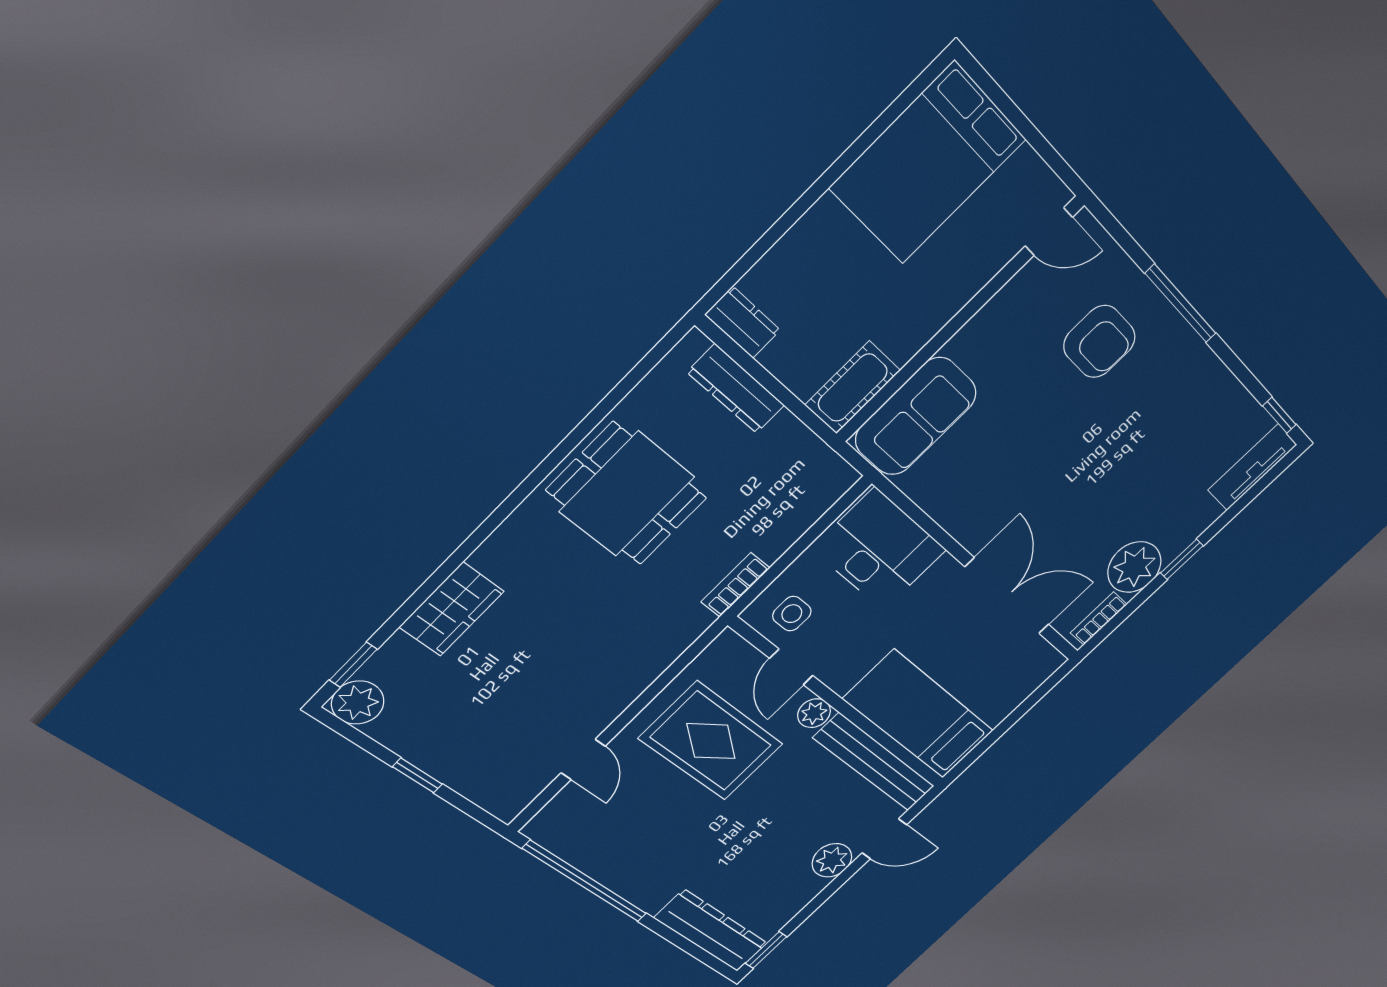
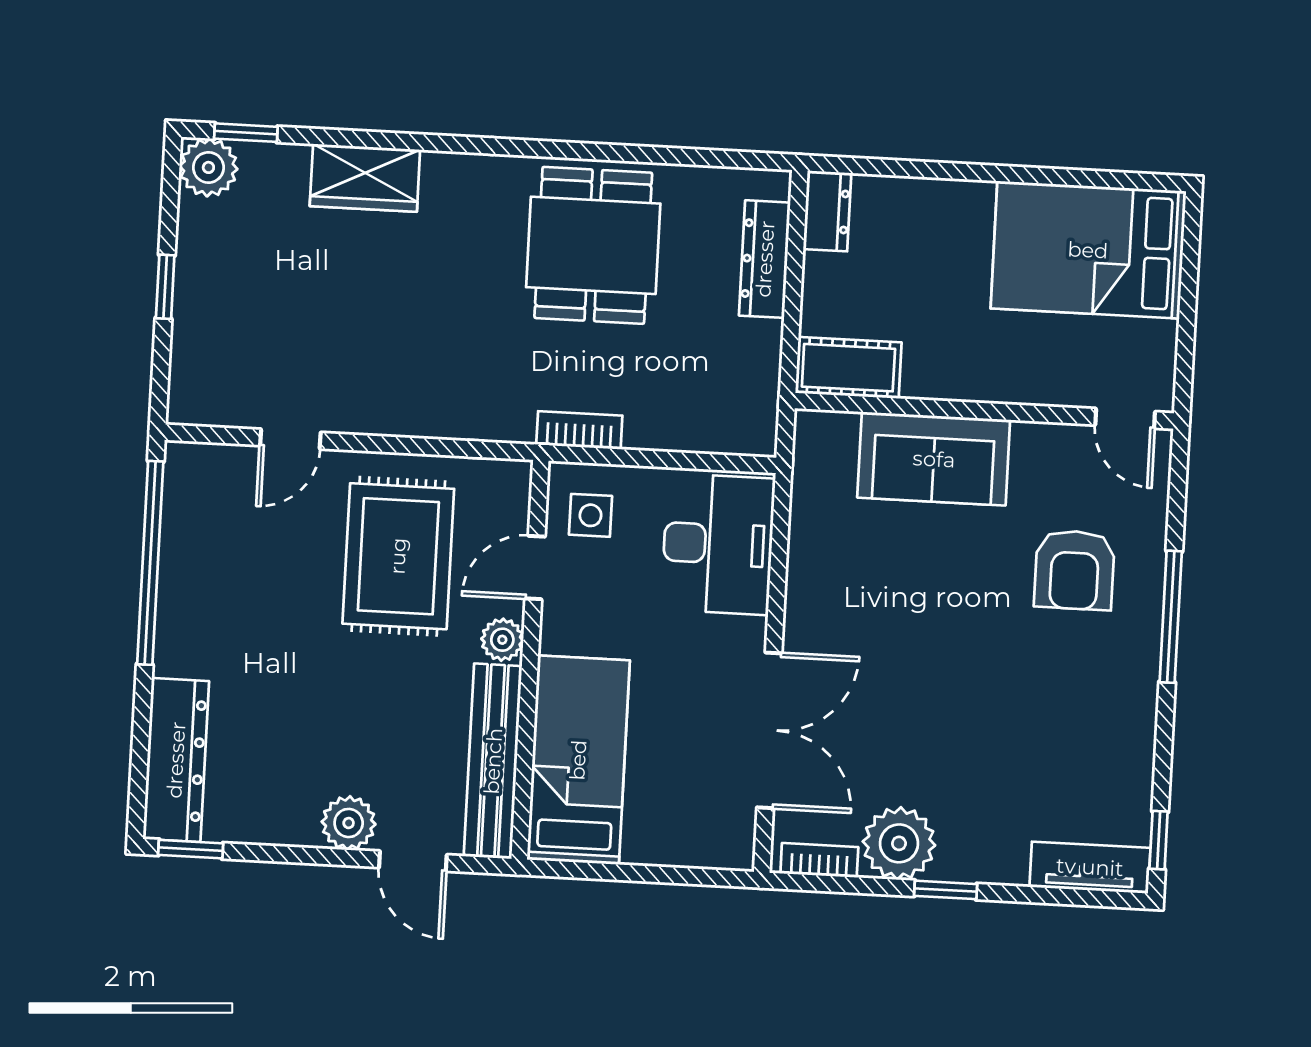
sofa: (916, 417) -> (934, 459), moved

